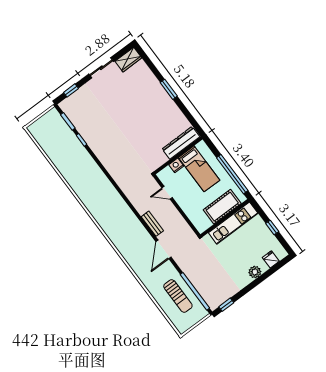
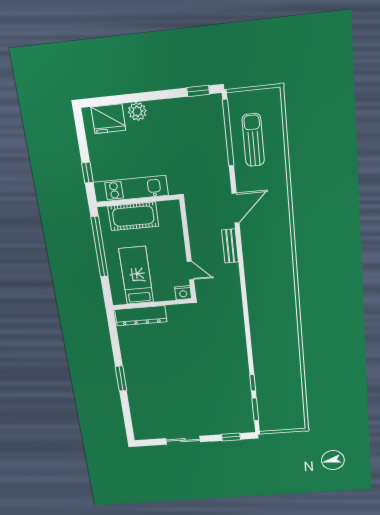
wardrobe: (128, 60) -> (148, 432), removed
nightstand: (176, 165) -> (183, 293), moved
window: (272, 227) -> (87, 173), moved
fridge: (271, 259) -> (108, 119), width x1.88, depth x1.34

